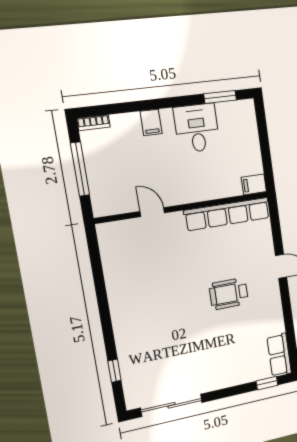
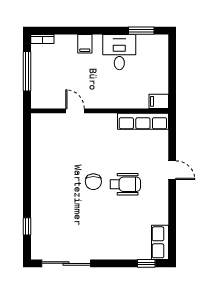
row of seats: (227, 214) -> (143, 121), width x0.73
wheelchair: (229, 294) -> (125, 184), turned 180
chair: (189, 298) -> (93, 182), added

